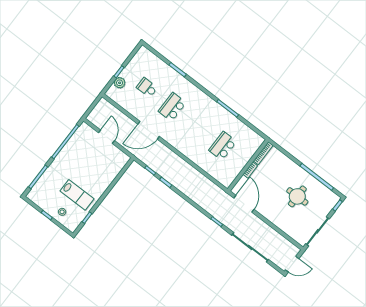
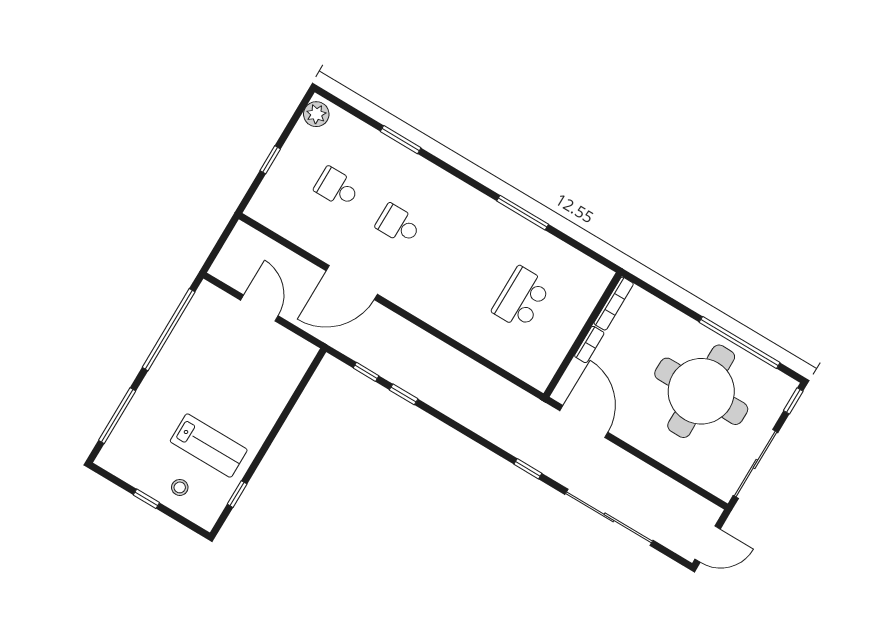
plant: (120, 83) -> (316, 114), moved
school desk: (172, 107) -> (398, 224), width x0.54
round table: (297, 196) -> (701, 391), width x1.86, depth x1.86

